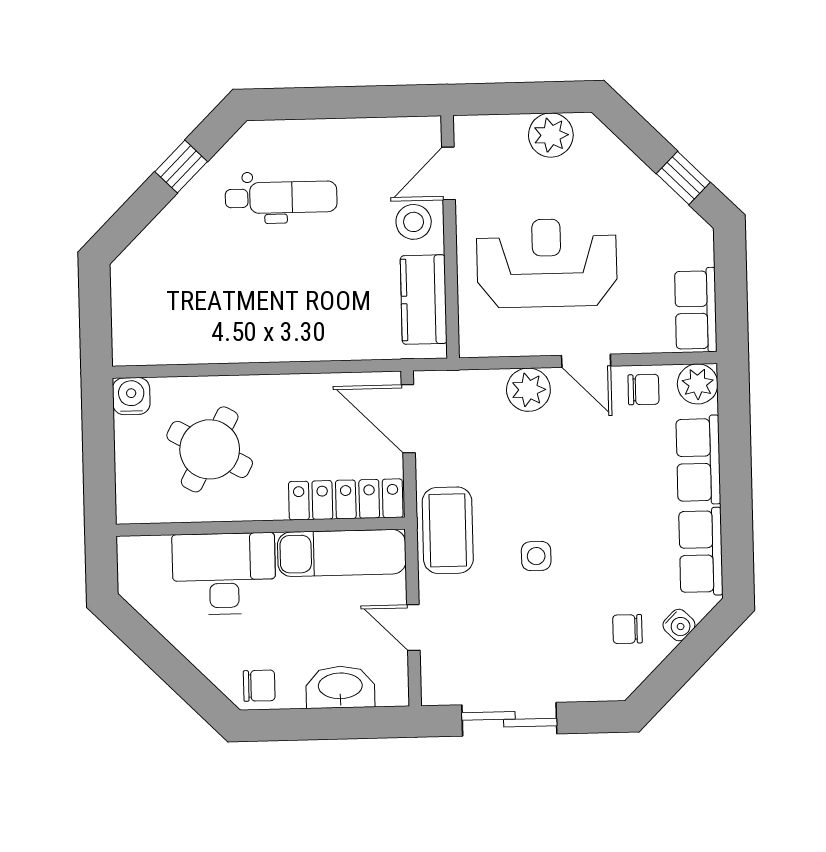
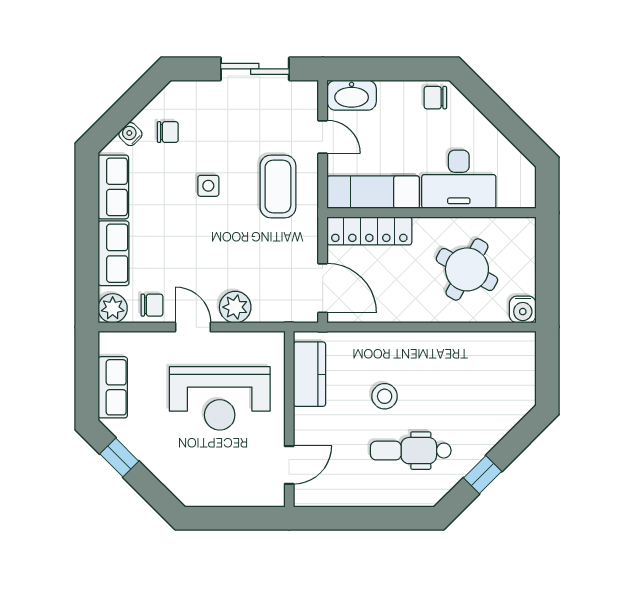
plant: (551, 135) -> (214, 491), removed
stool: (414, 222) -> (385, 396), moved
row of seats: (696, 310) -> (113, 387), moved
chair: (643, 390) -> (152, 305), turned 180
coffee table: (448, 530) -> (278, 186), moved
side table: (536, 556) -> (208, 186), moved
washbasin: (340, 687) -> (352, 95), moved

